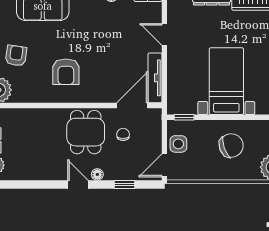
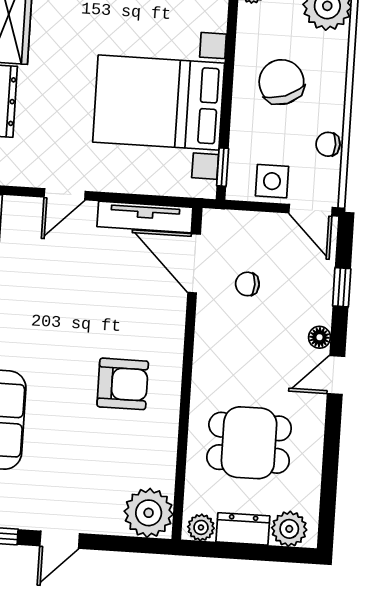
armchair: (16, 56) -> (86, 476), removed
bed with nightstands: (226, 81) -> (159, 103), width x1.36
dining table: (86, 132) -> (249, 443), moved
chair: (200, 172) -> (328, 144), added

